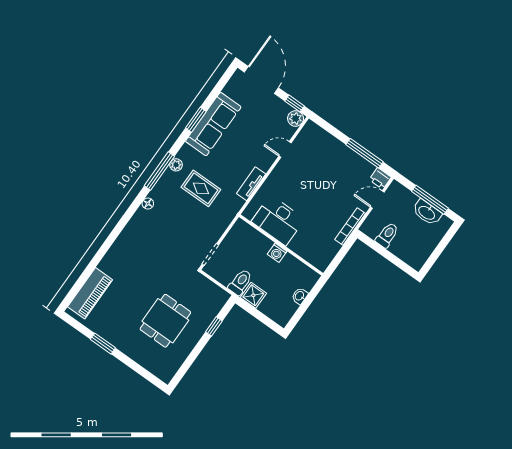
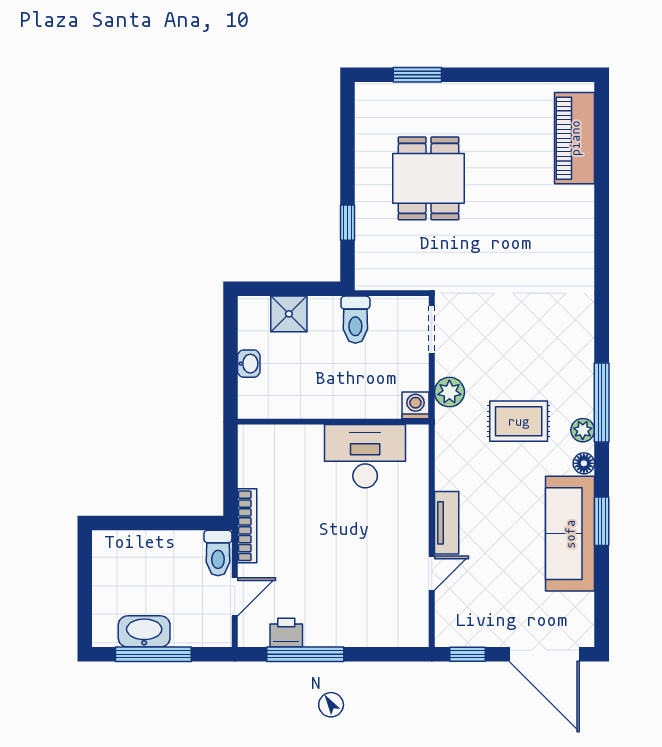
plant: (296, 119) -> (449, 392), moved
printer: (380, 178) -> (286, 633), moved
tv unit: (251, 184) -> (447, 523), moved
floor lamp: (148, 204) -> (584, 463), moved
toilet: (387, 235) -> (218, 553), moved
washing machine: (277, 253) -> (415, 405), moved
shower: (253, 295) -> (289, 314), moved
window: (103, 344) -> (417, 75), moved

